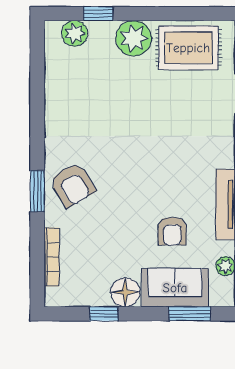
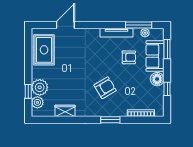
plant: (134, 38) -> (40, 87), moved
wardrobe: (56, 93) -> (65, 111), added
armchair: (72, 185) -> (105, 88), moved

